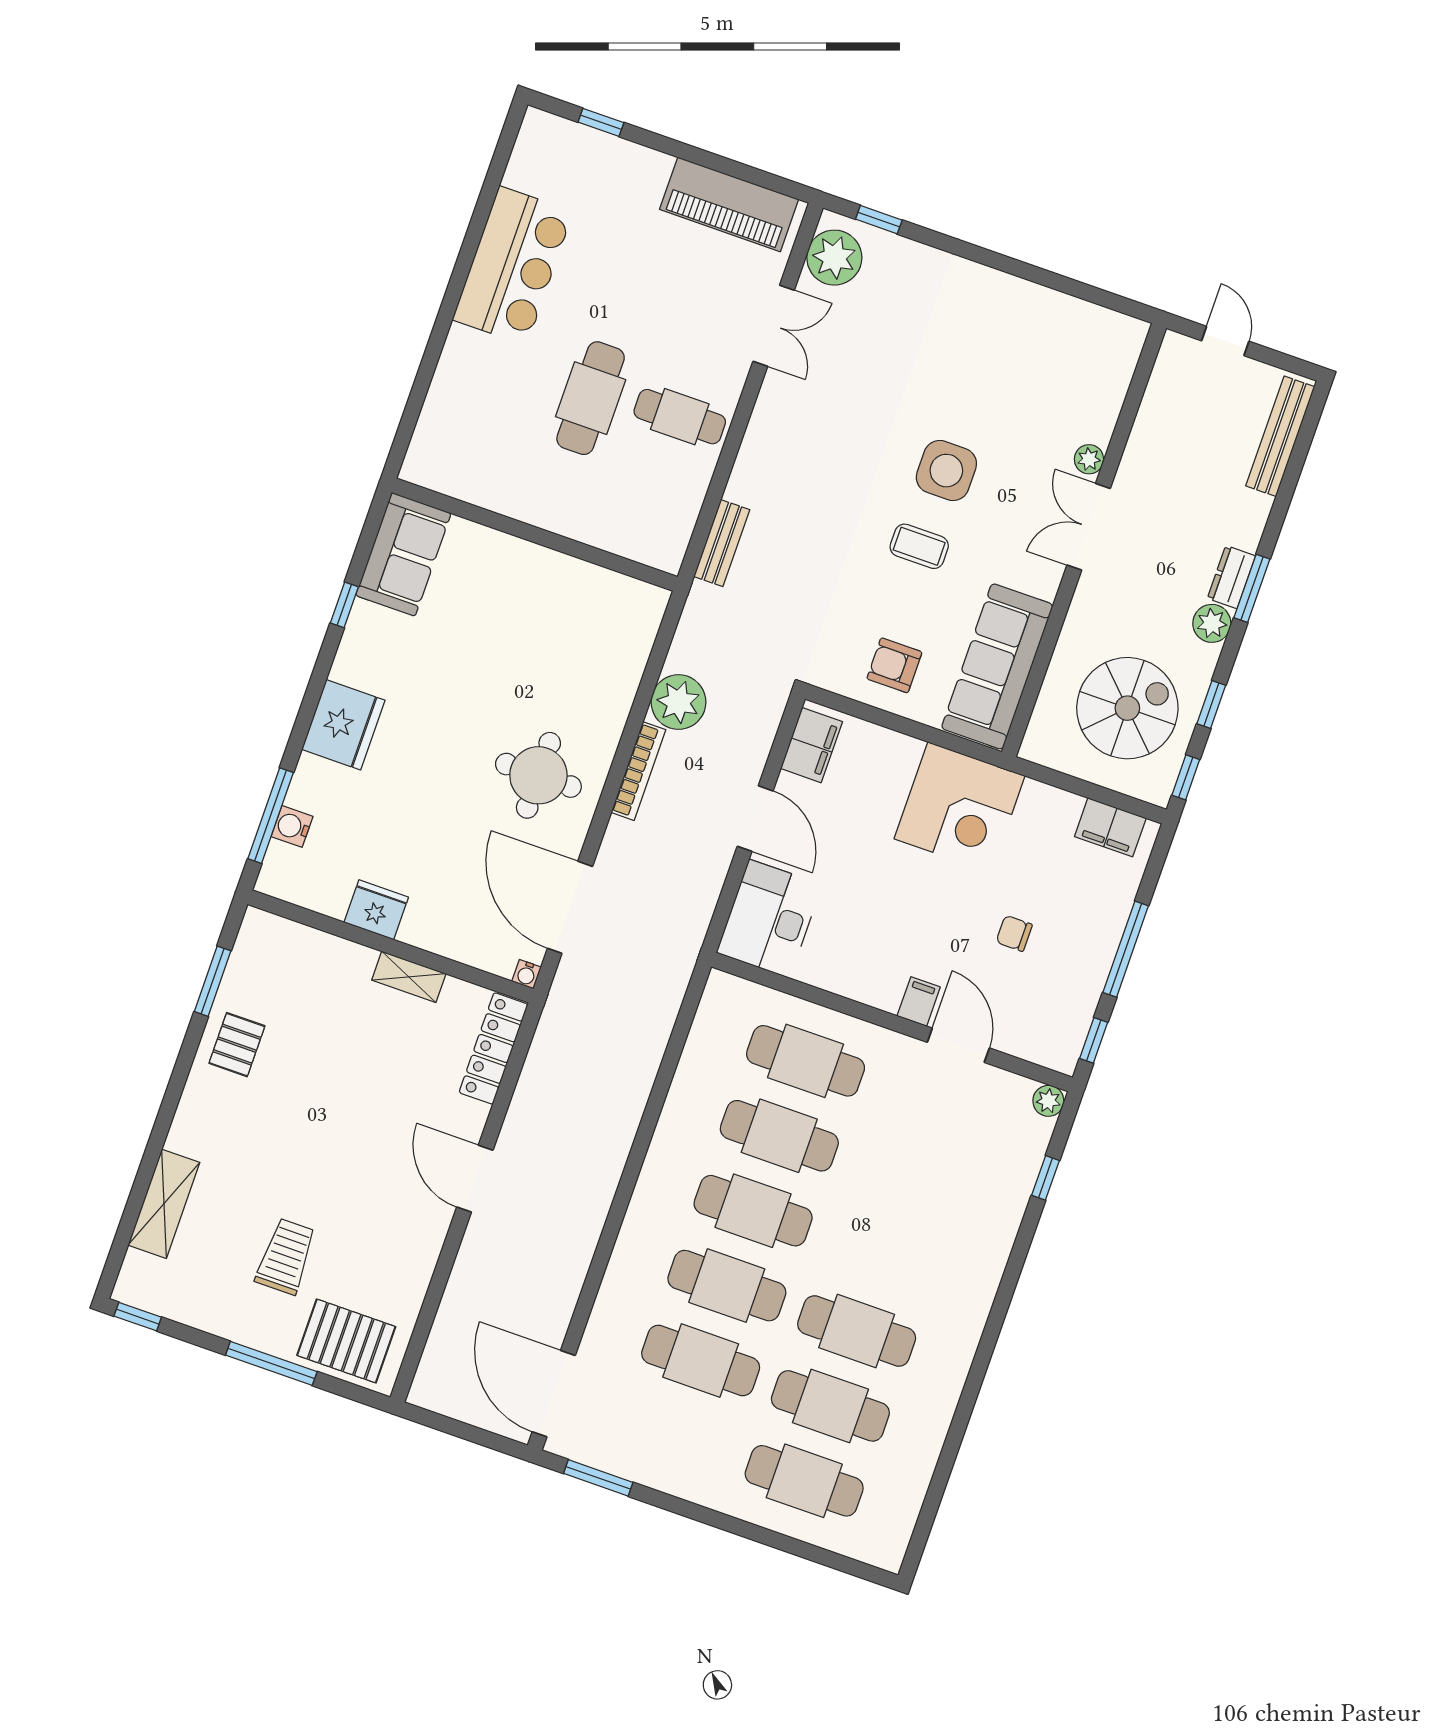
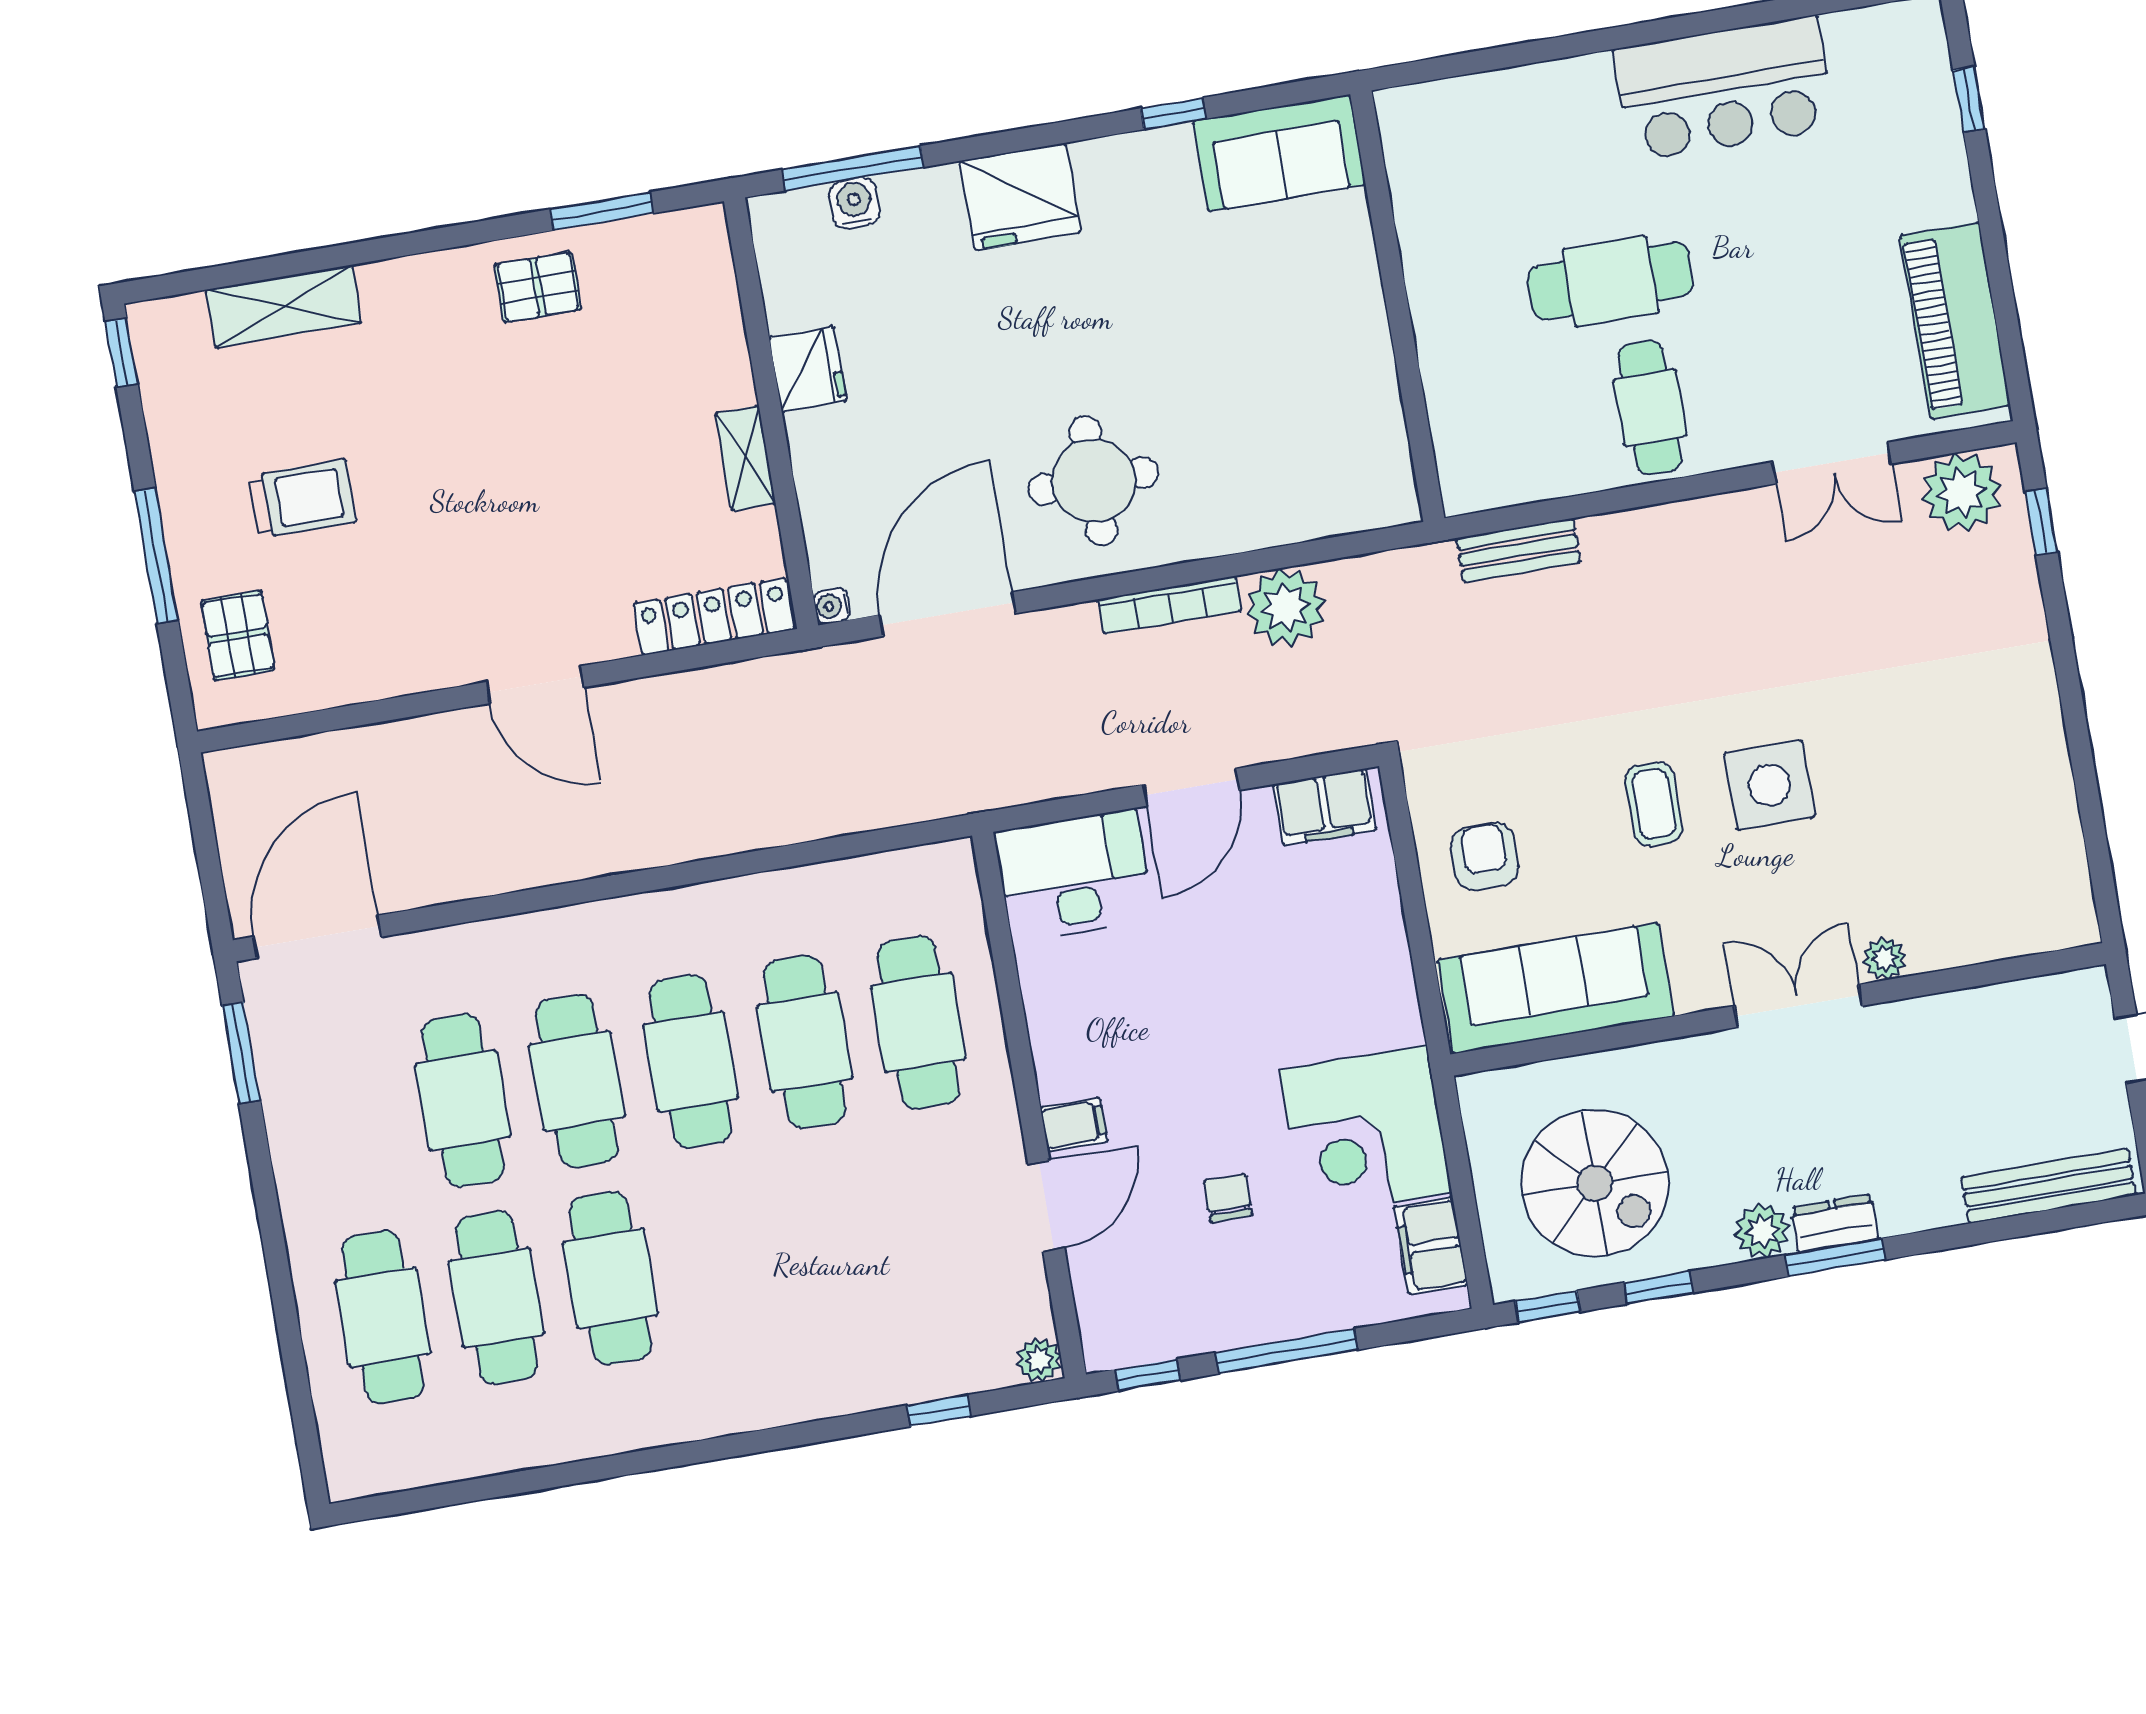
corner desk: (960, 807) -> (1366, 1131), moved
door: (475, 1179) -> (535, 685), swing flipped
pallet: (346, 1341) -> (238, 635), width x0.67, depth x0.71

